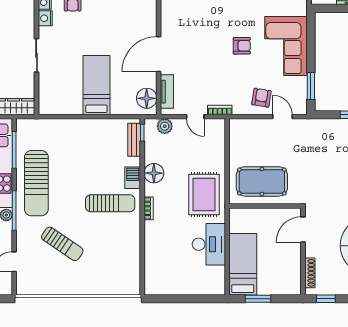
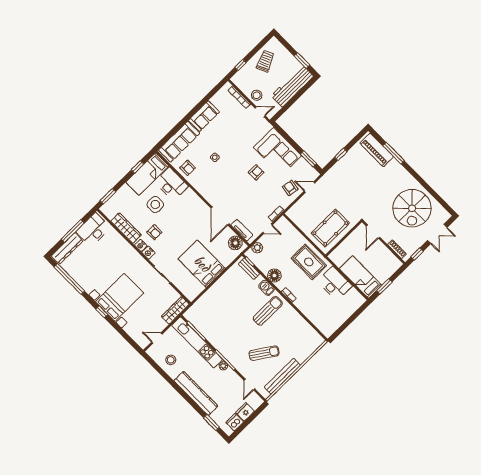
bed: (96, 85) -> (202, 264), width x1.50
sun lounger: (36, 183) -> (223, 336), removed
bench: (57, 287) -> (282, 376), added

